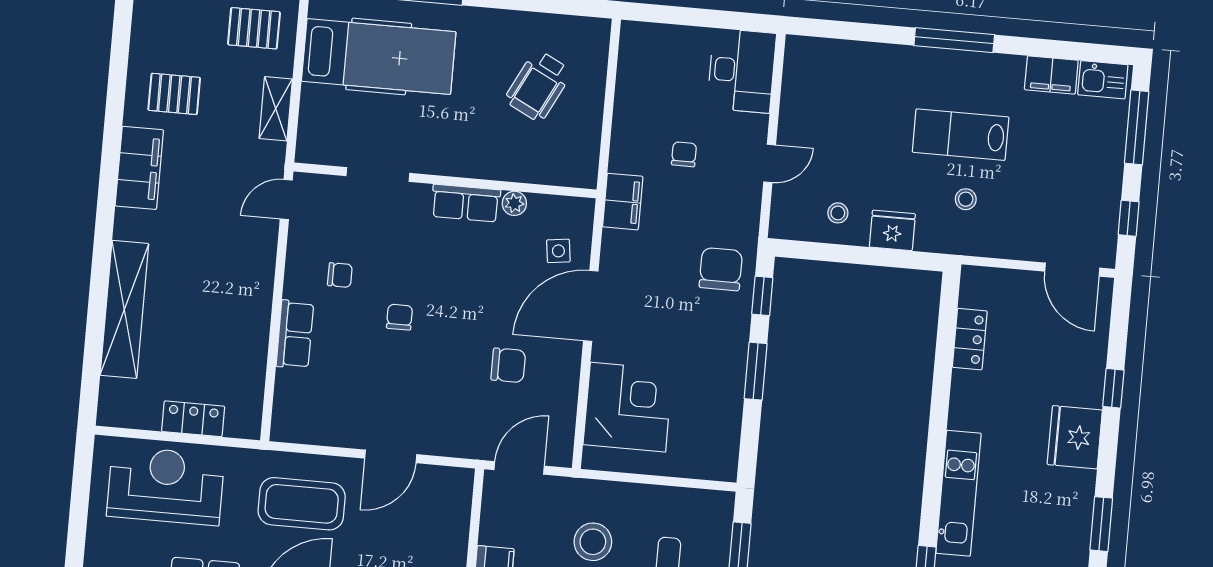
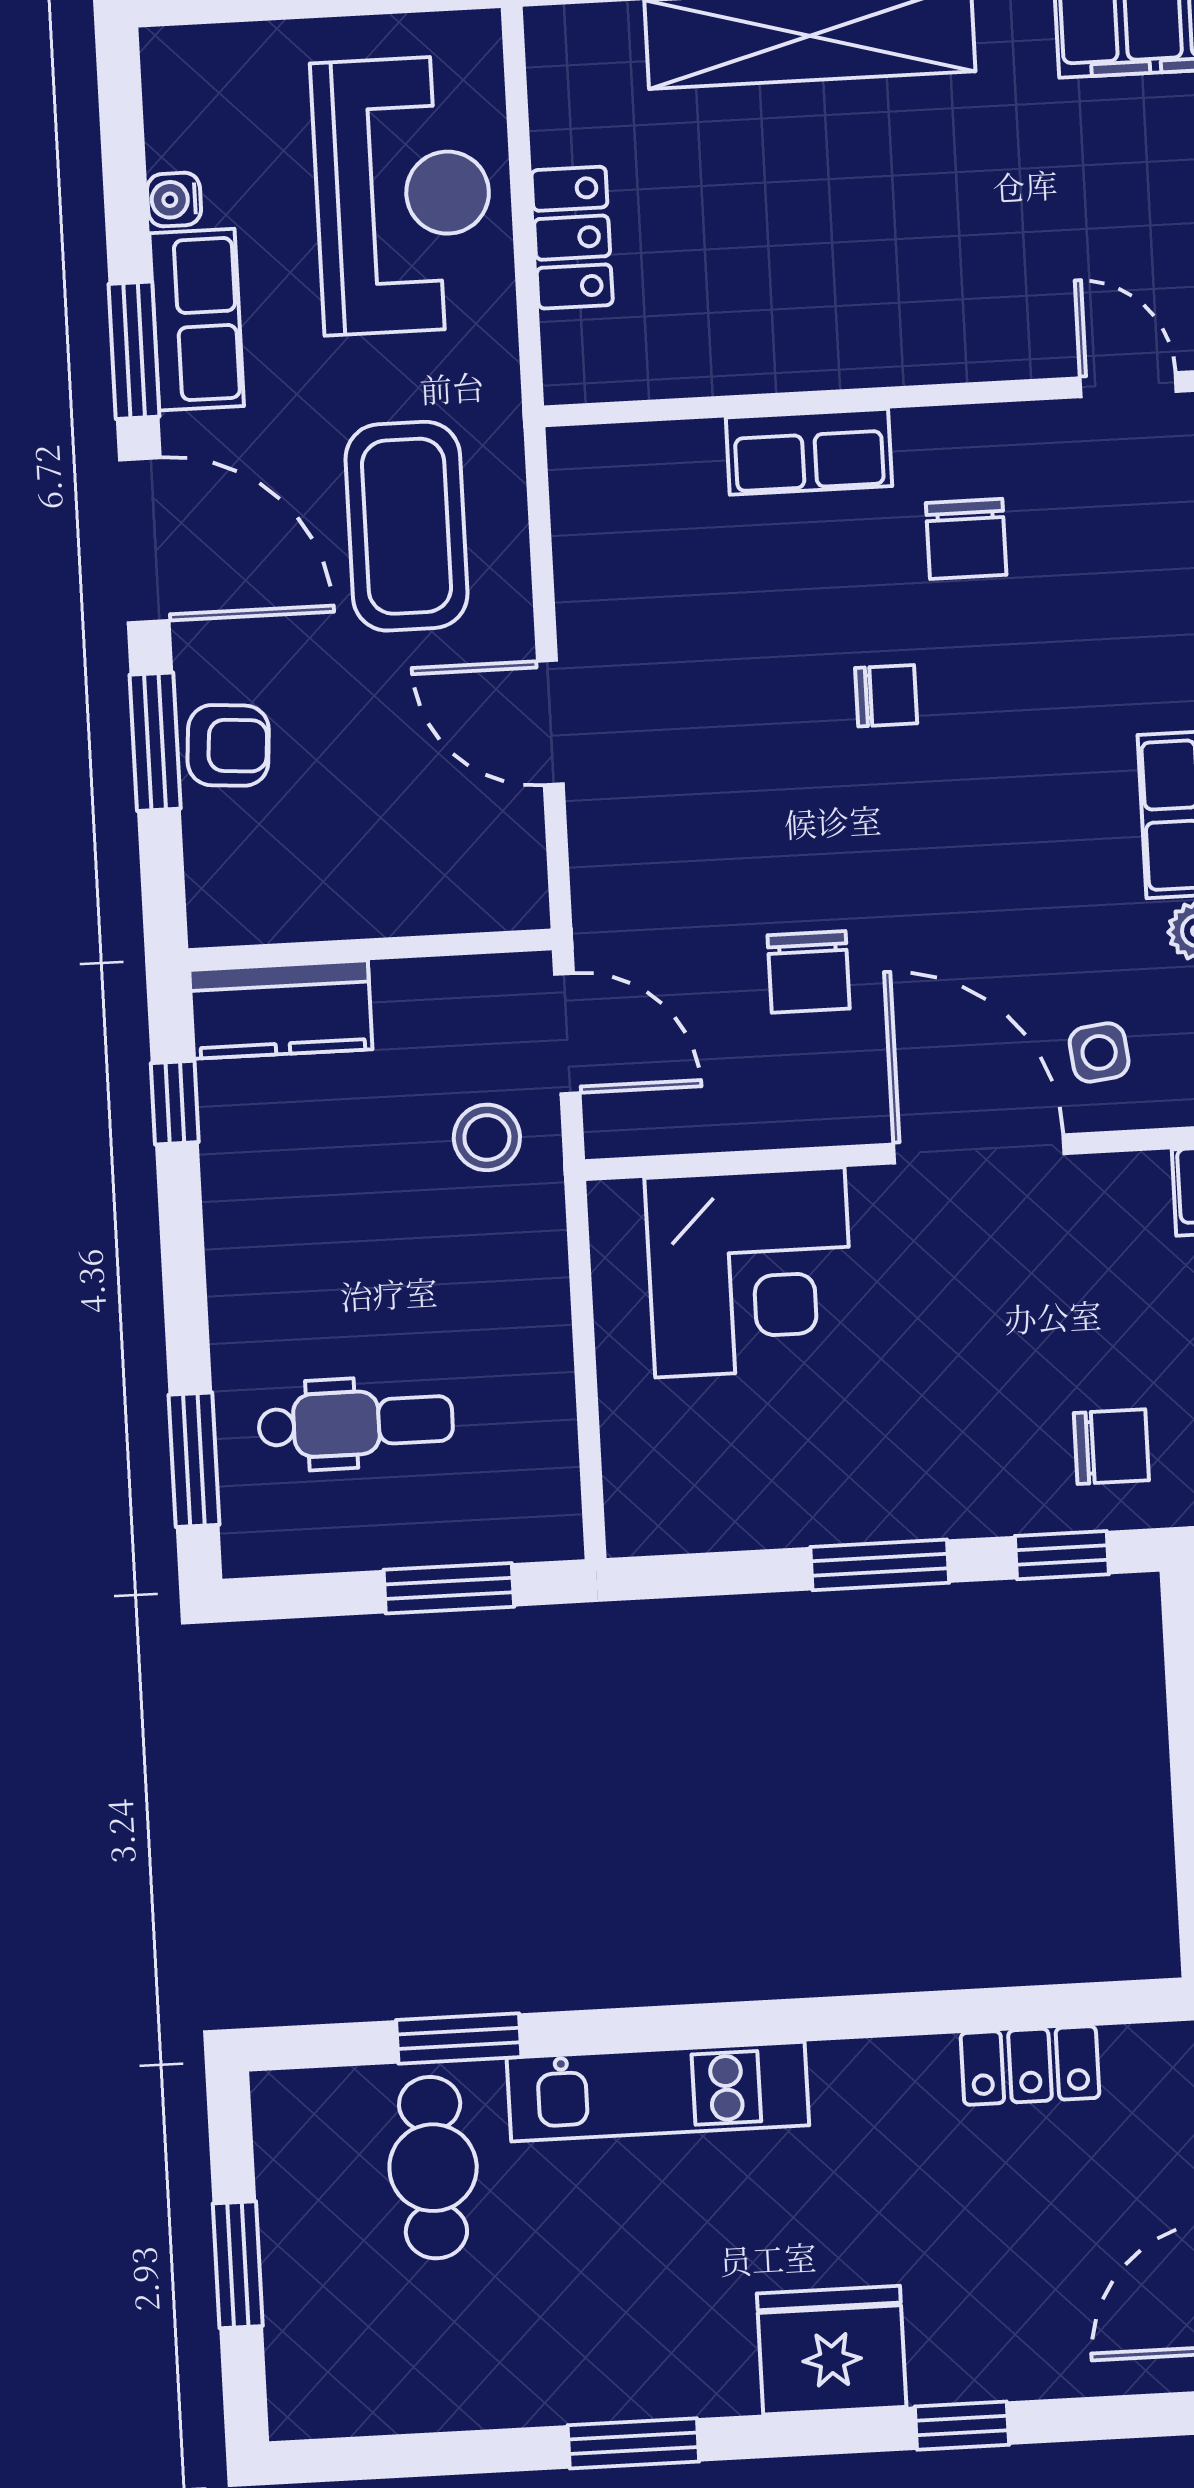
chair: (721, 269) -> (1111, 1447), width x0.73, depth x0.73
chair: (340, 275) -> (966, 539), width x1.37, depth x1.37
stool: (593, 542) -> (487, 1137), moved, width x0.73, depth x0.73

